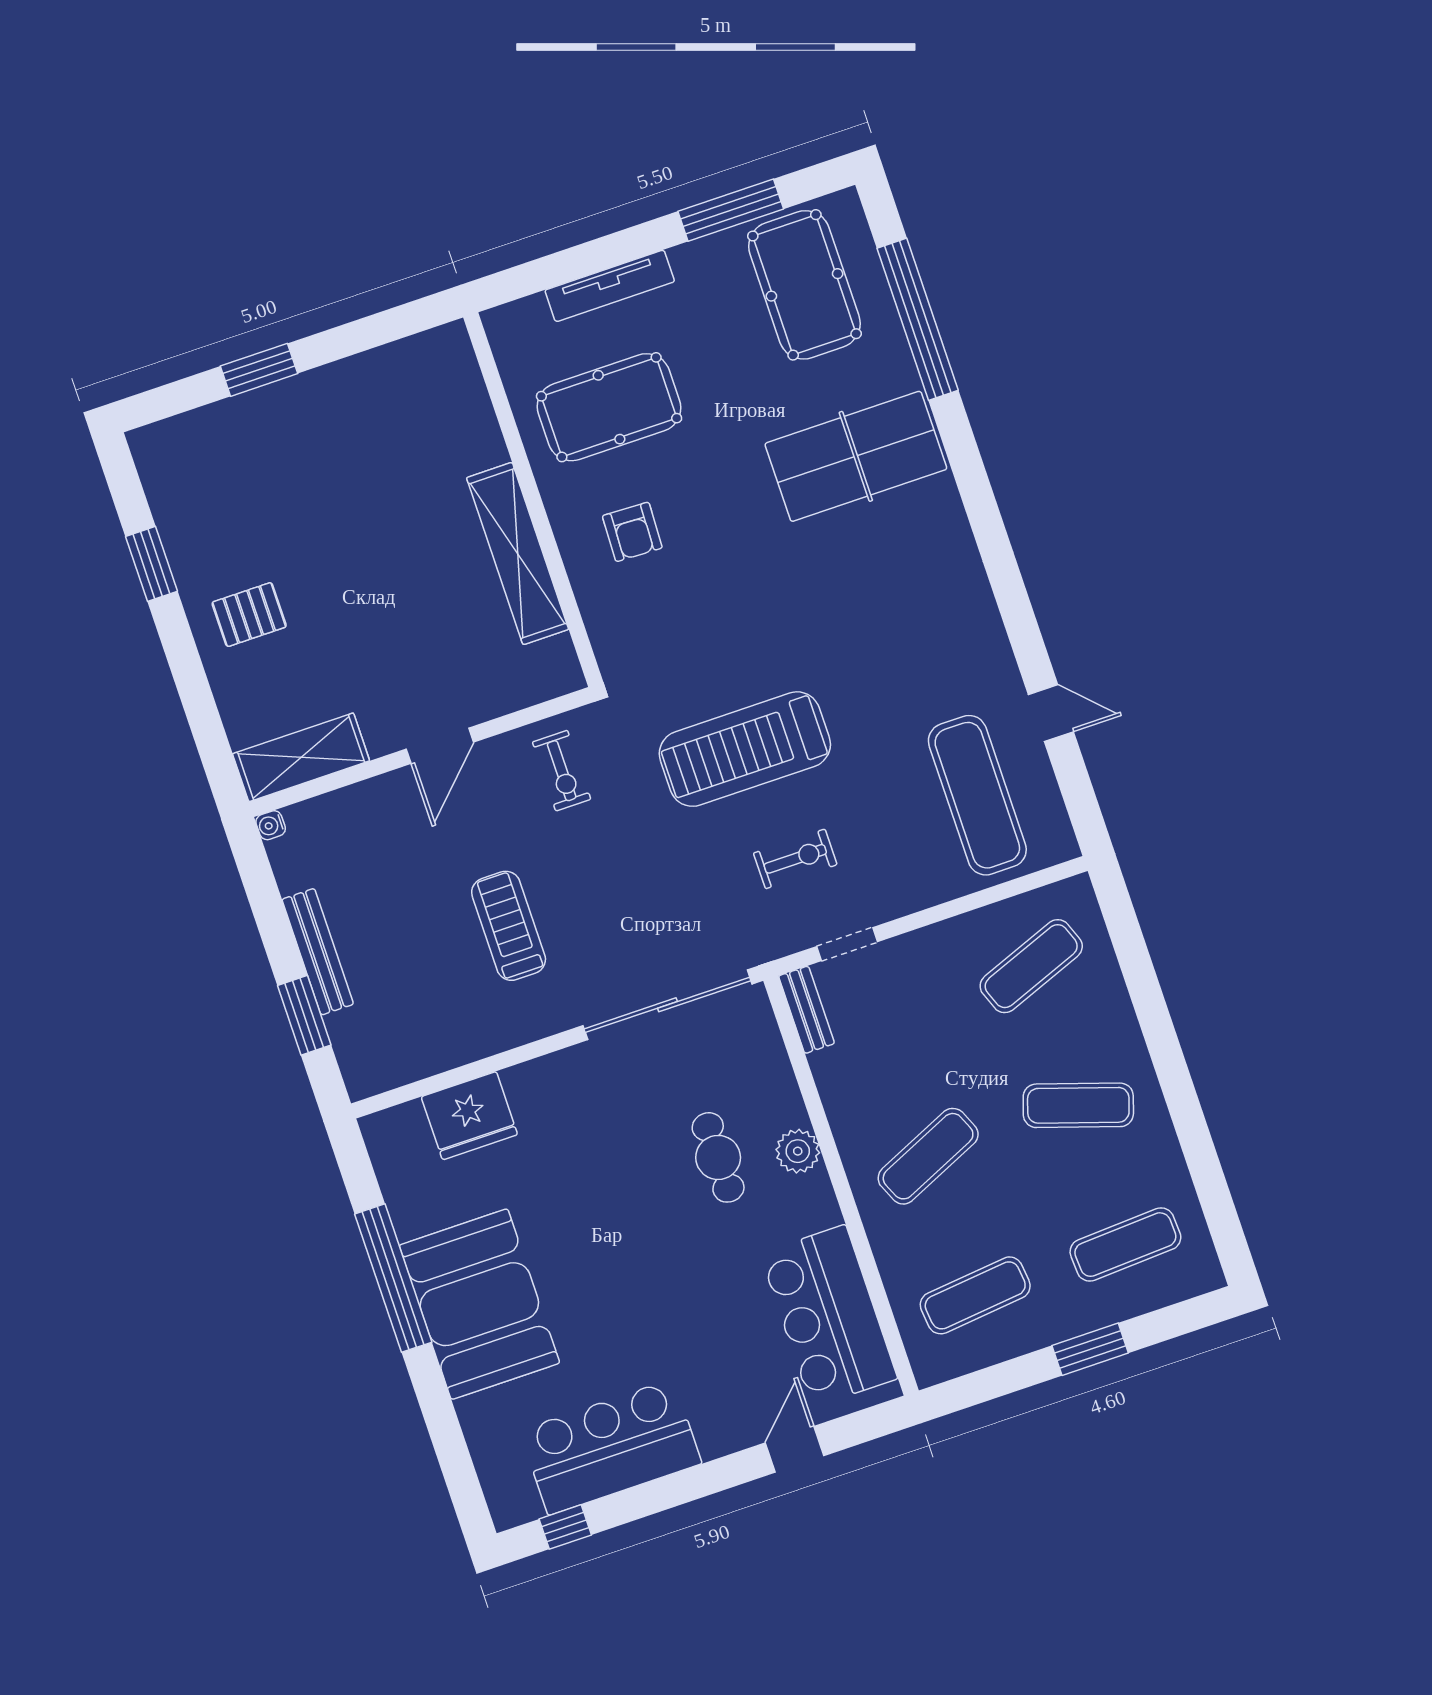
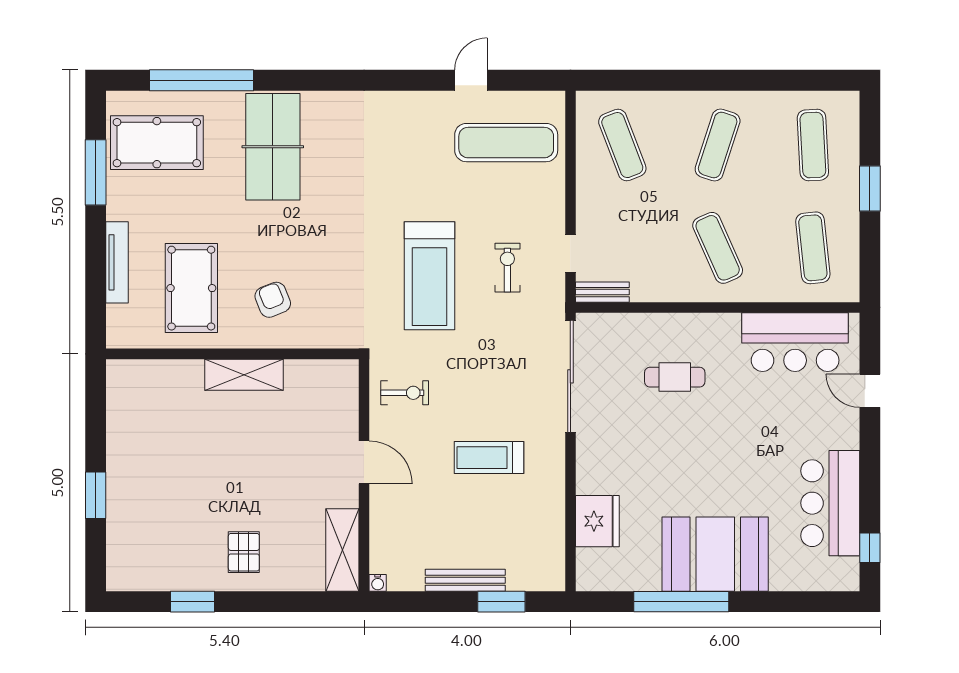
armchair: (632, 532) -> (273, 300), turned -114
shelving: (518, 554) -> (244, 375), width x0.68
plant: (798, 1151) -> (687, 327), removed

